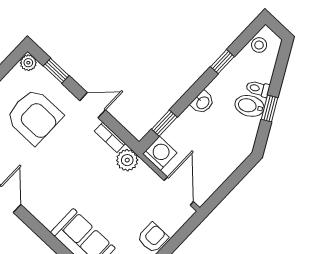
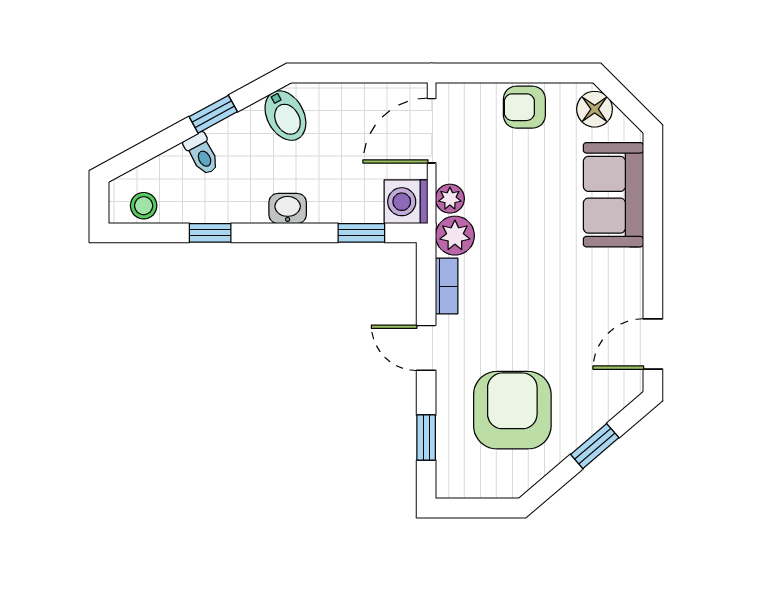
plant: (28, 63) -> (450, 199), moved
bidet: (250, 106) -> (285, 116), moved

